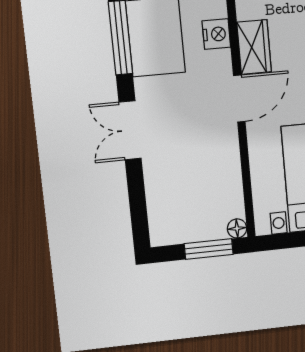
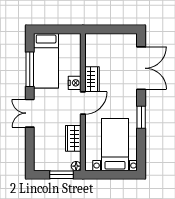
nightstand: (216, 34) -> (75, 83), moved
wardrobe: (226, 173) -> (73, 138), added

